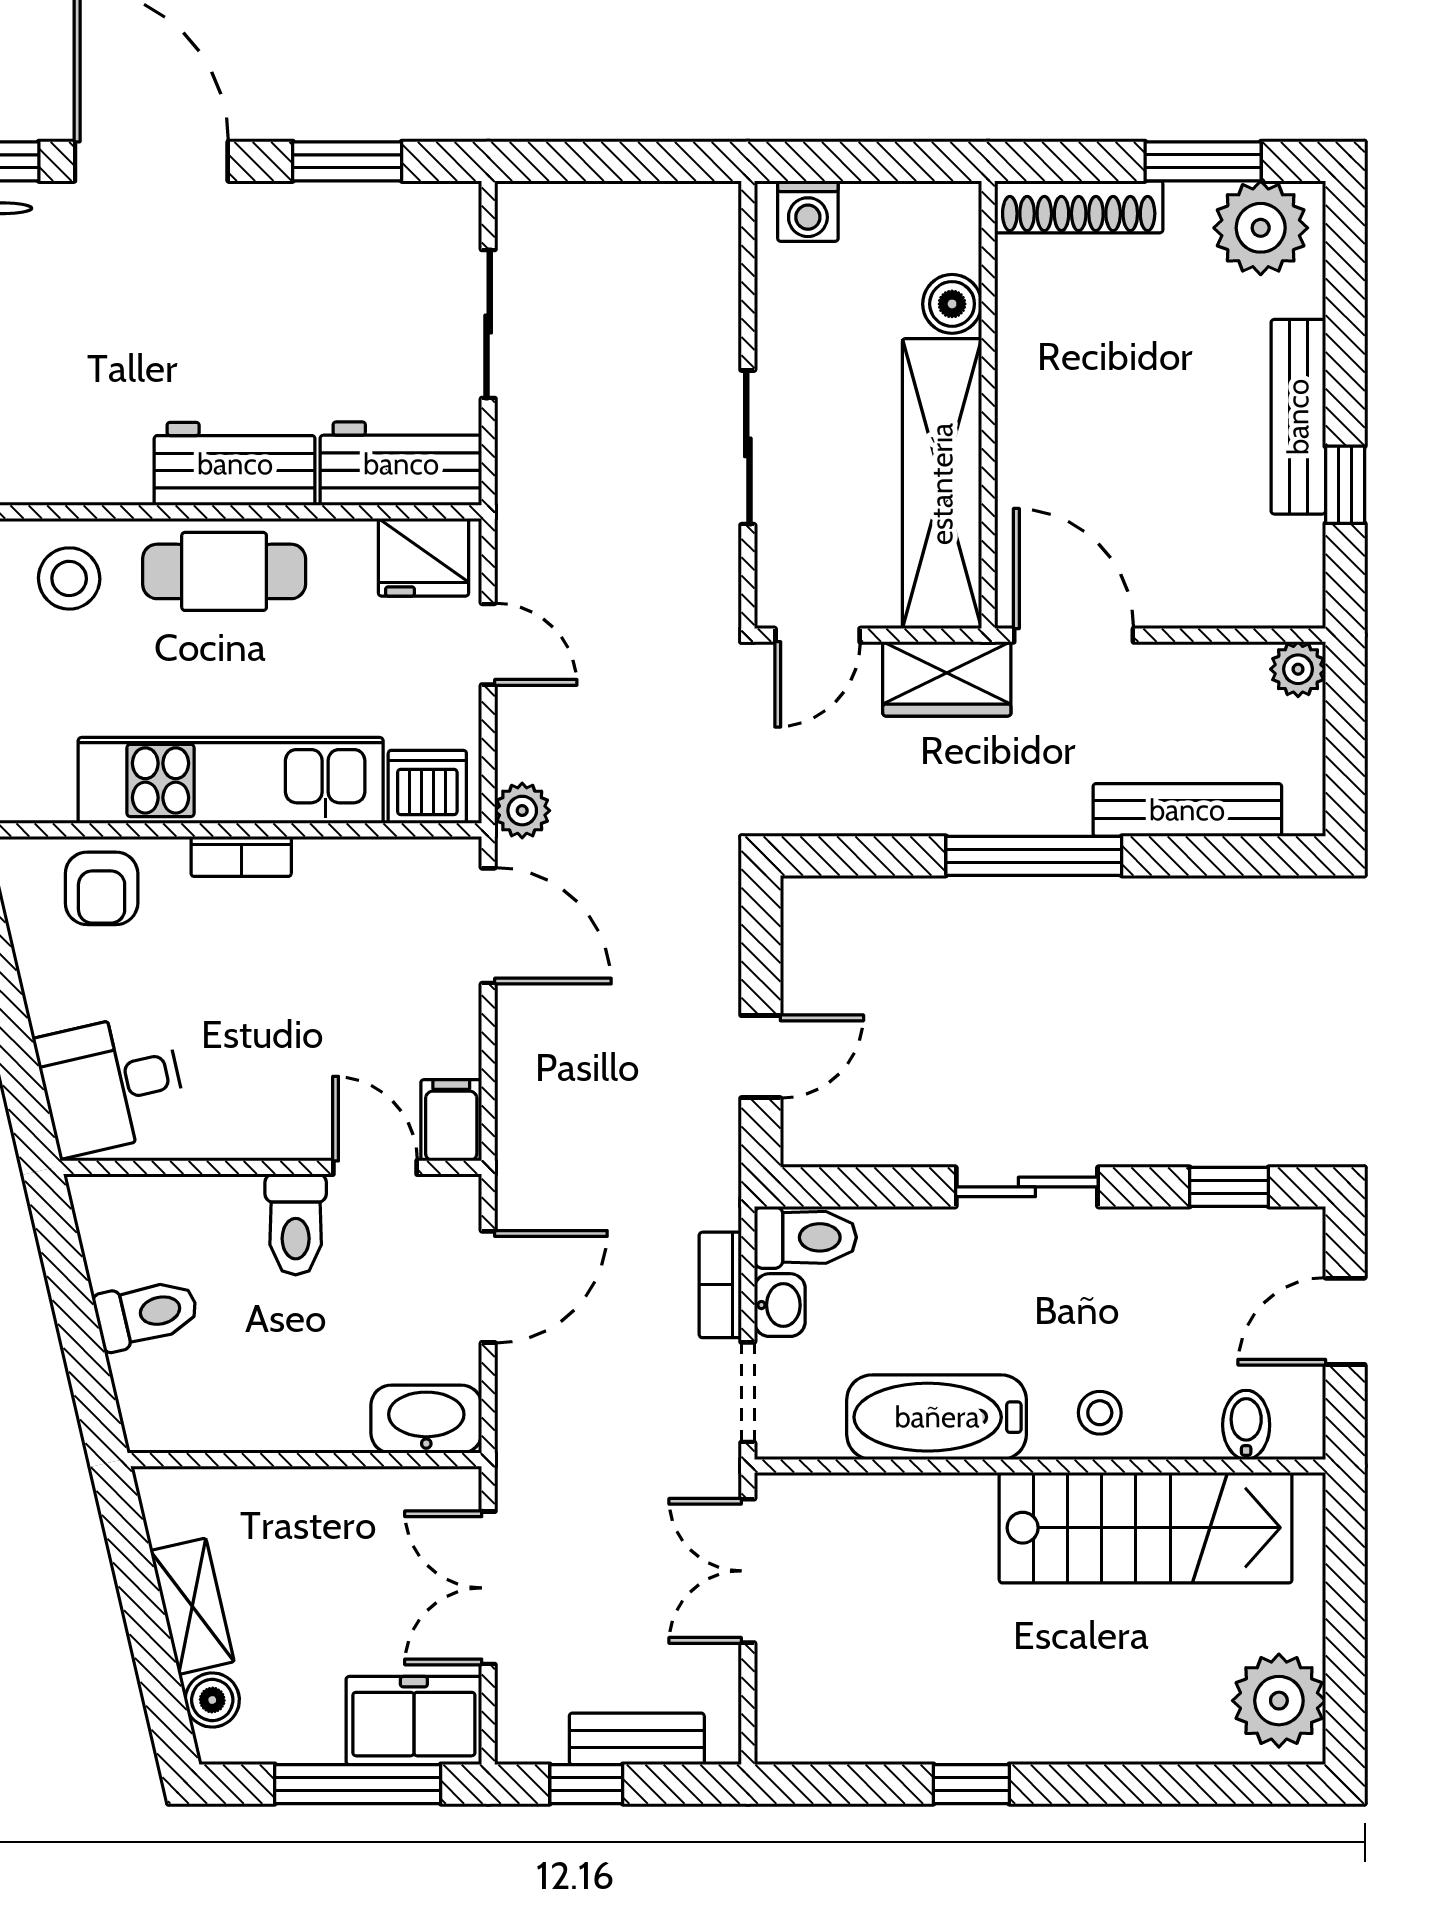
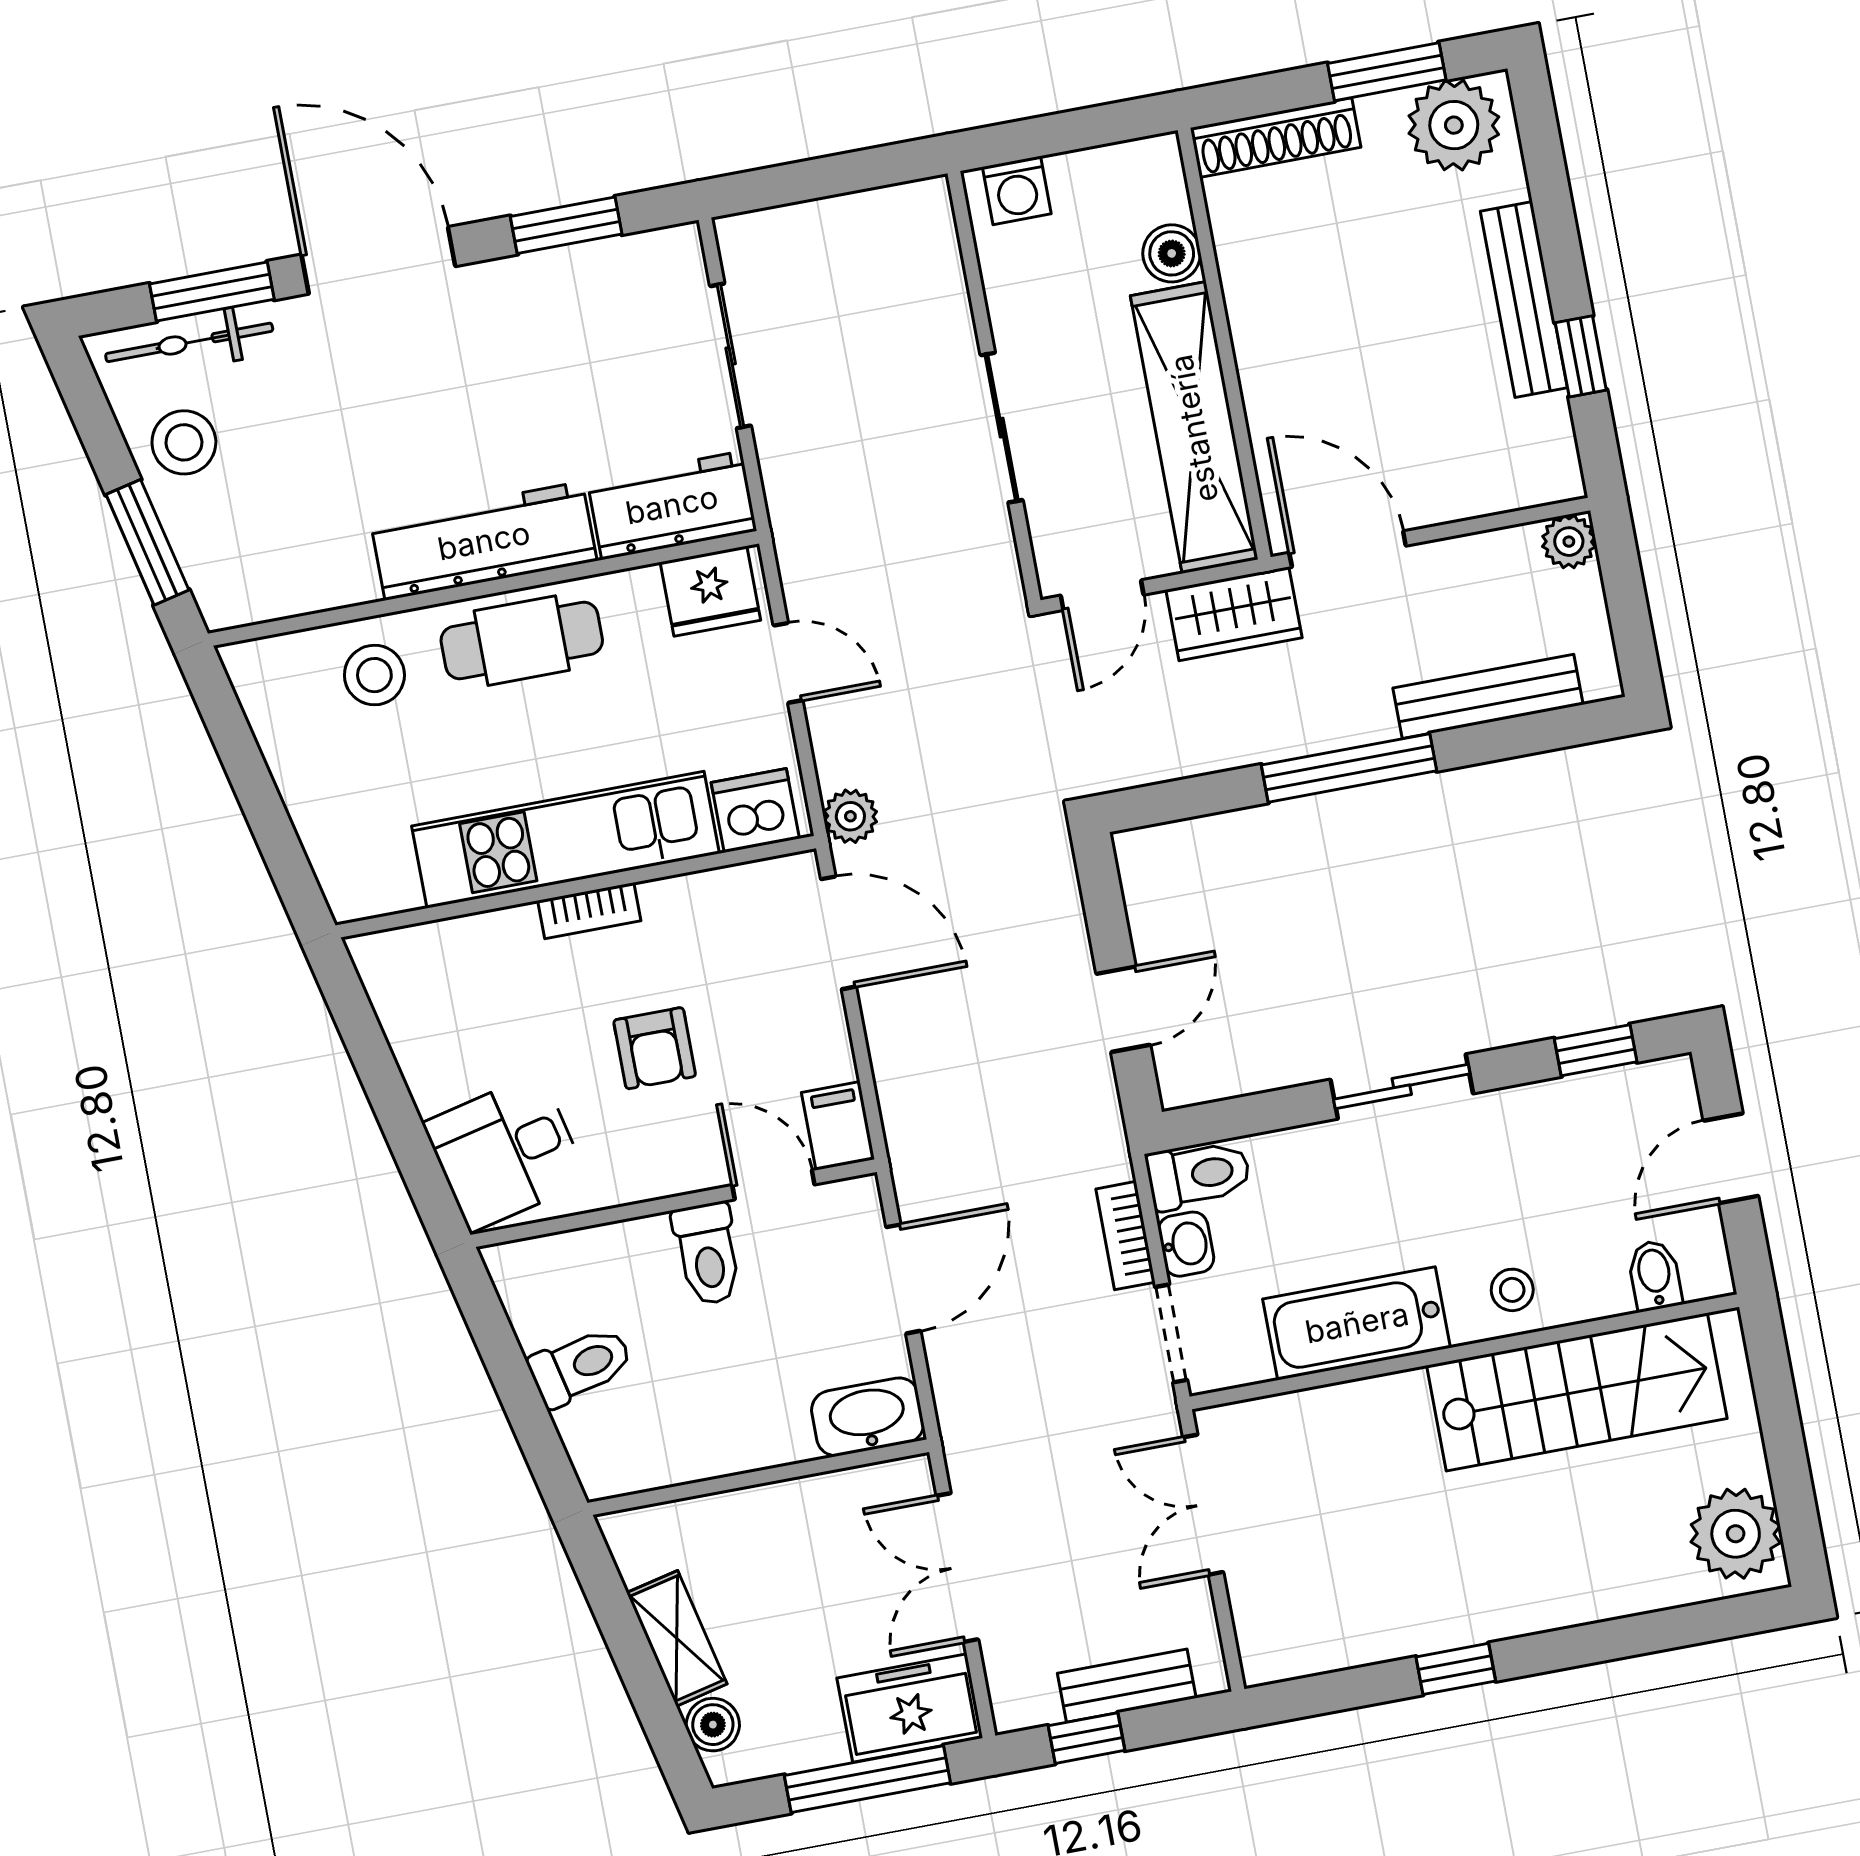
workbench: (235, 464) -> (484, 541), width x1.38
armchair: (102, 888) -> (655, 1048), moved

